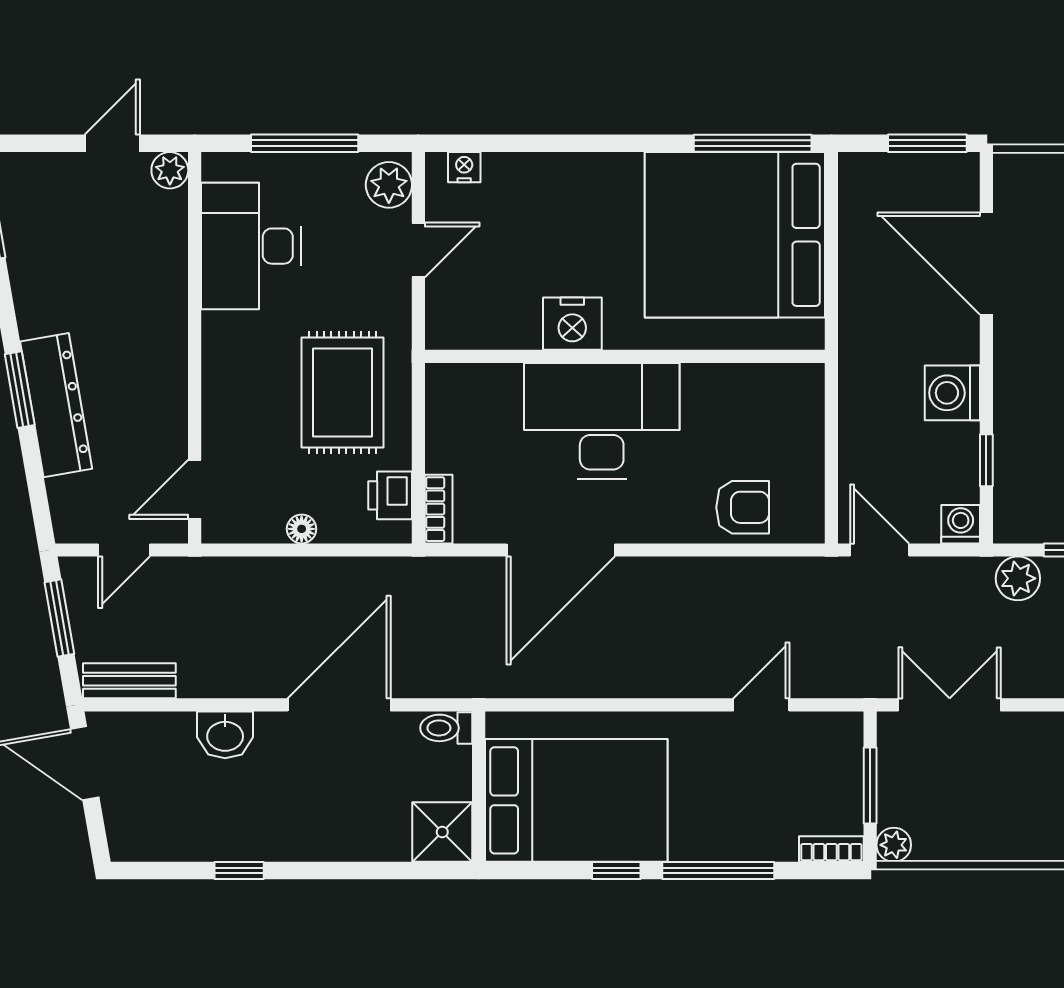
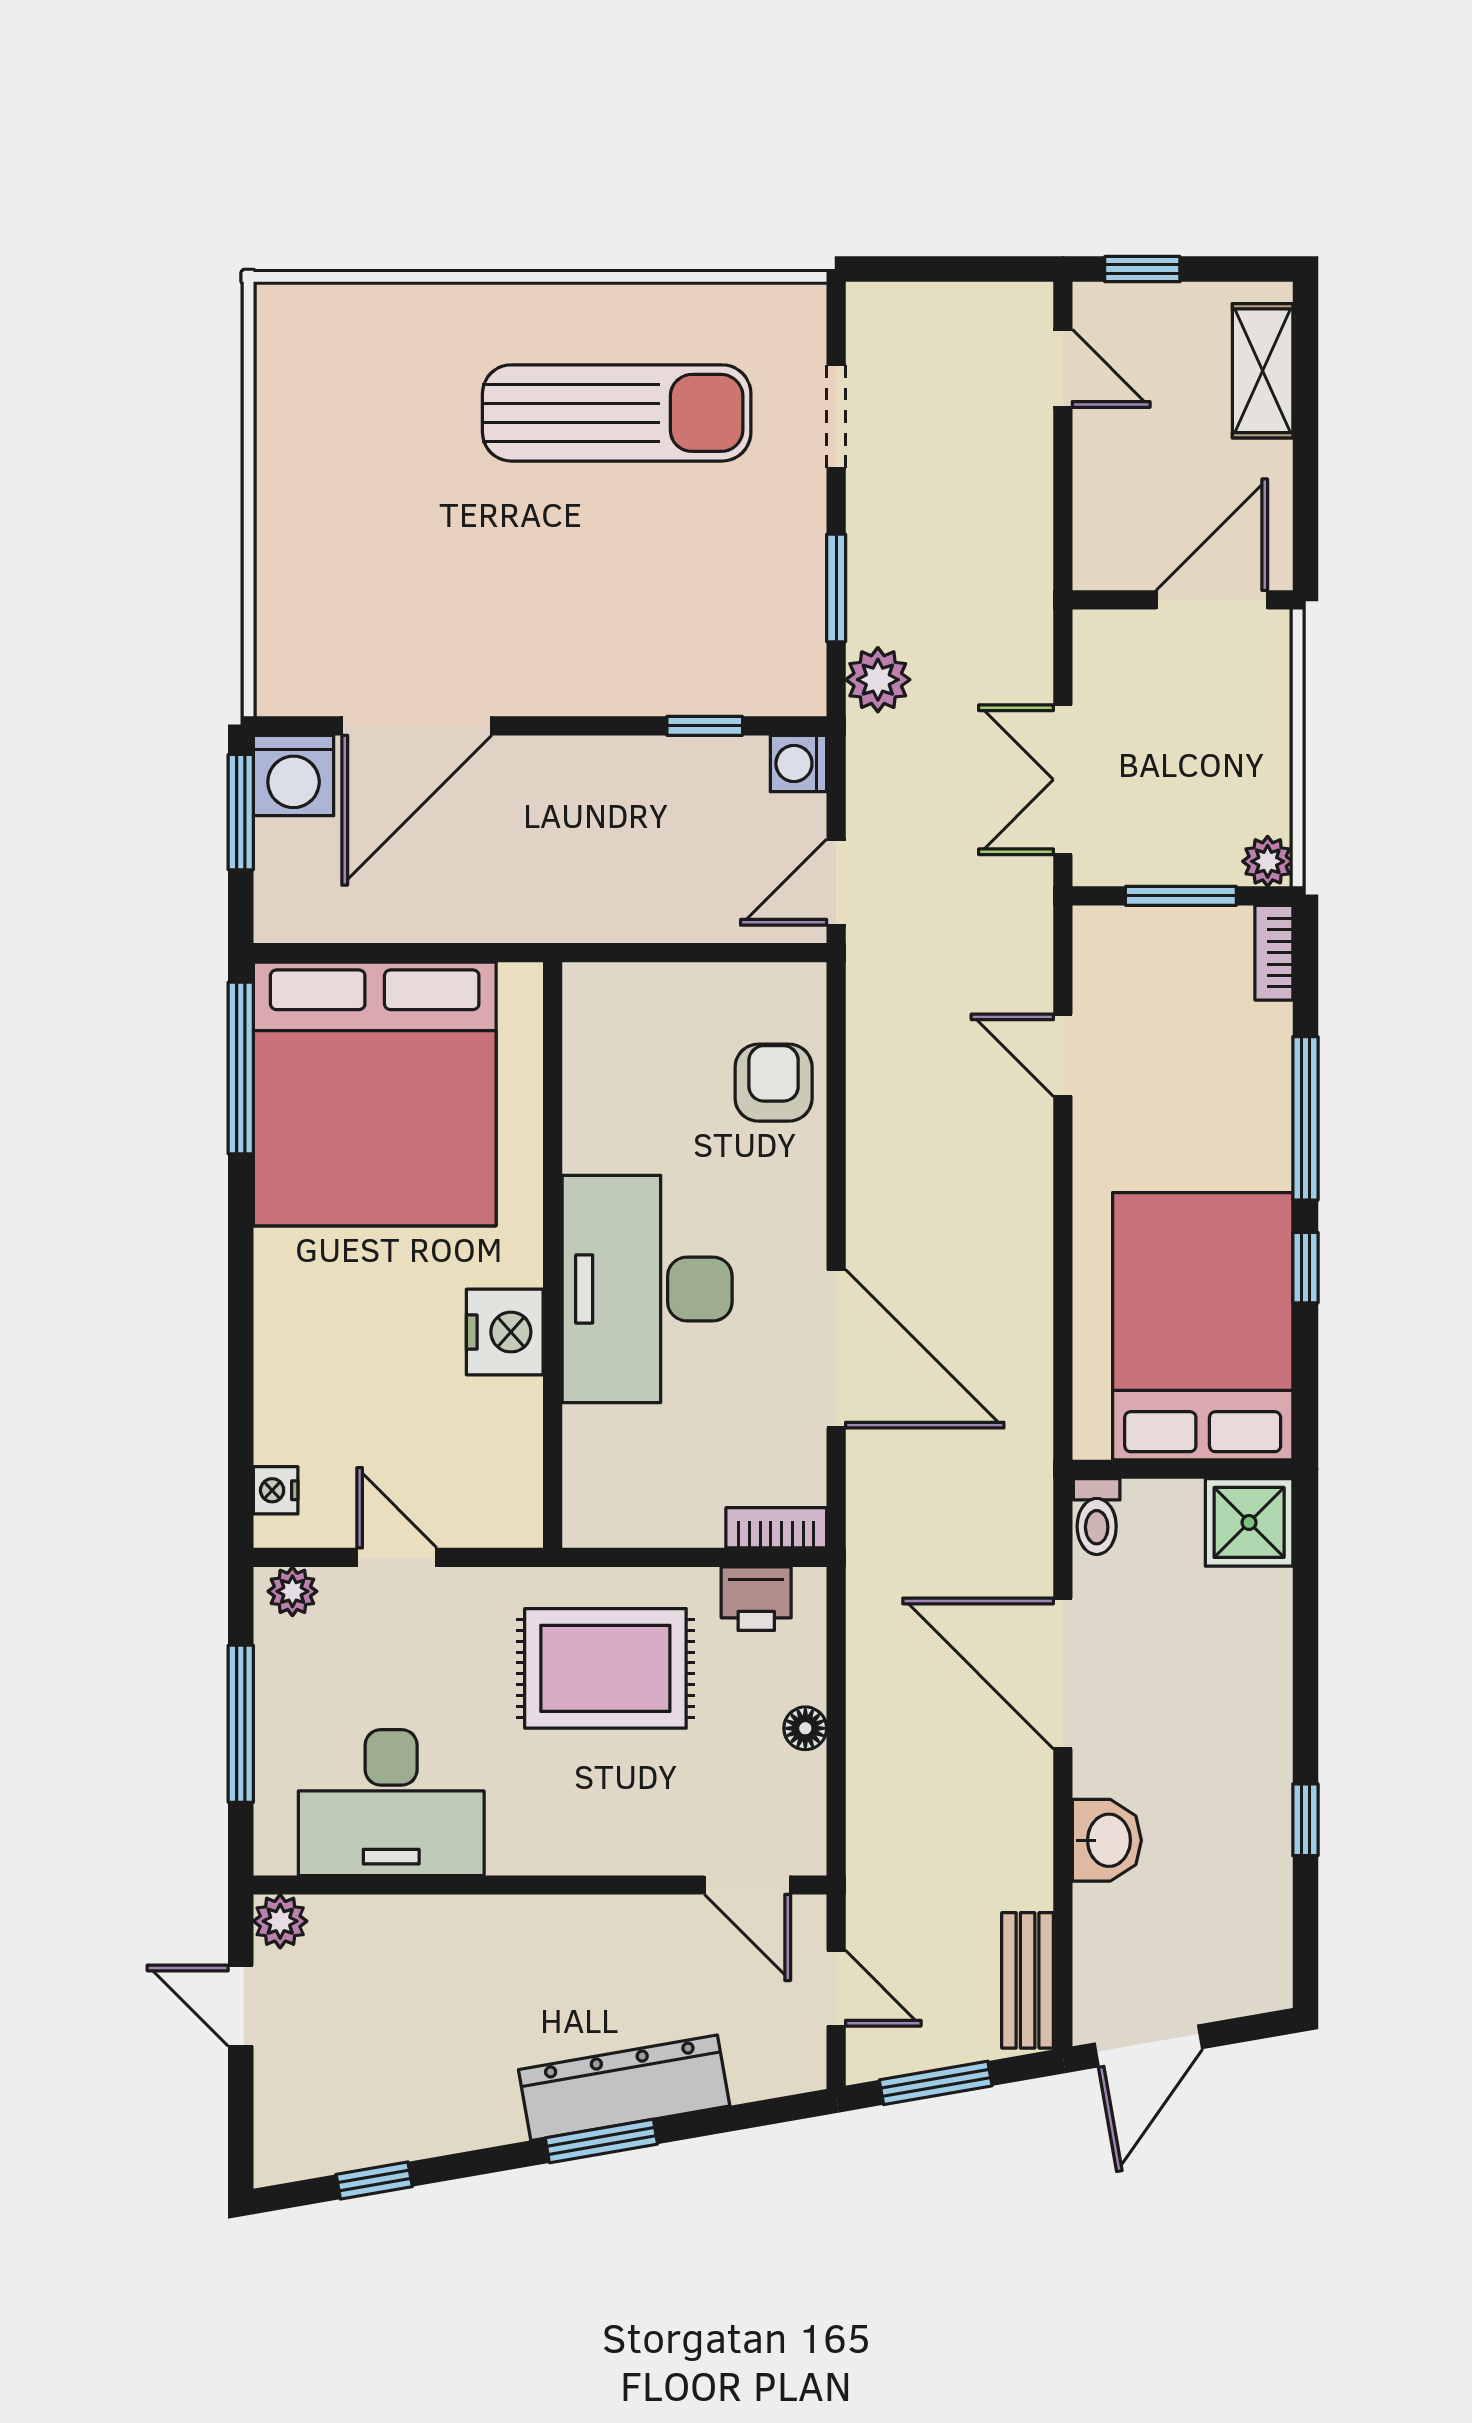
plant: (389, 185) -> (292, 1591), width x0.73, depth x0.73
washing machine: (952, 393) -> (294, 775), moved

